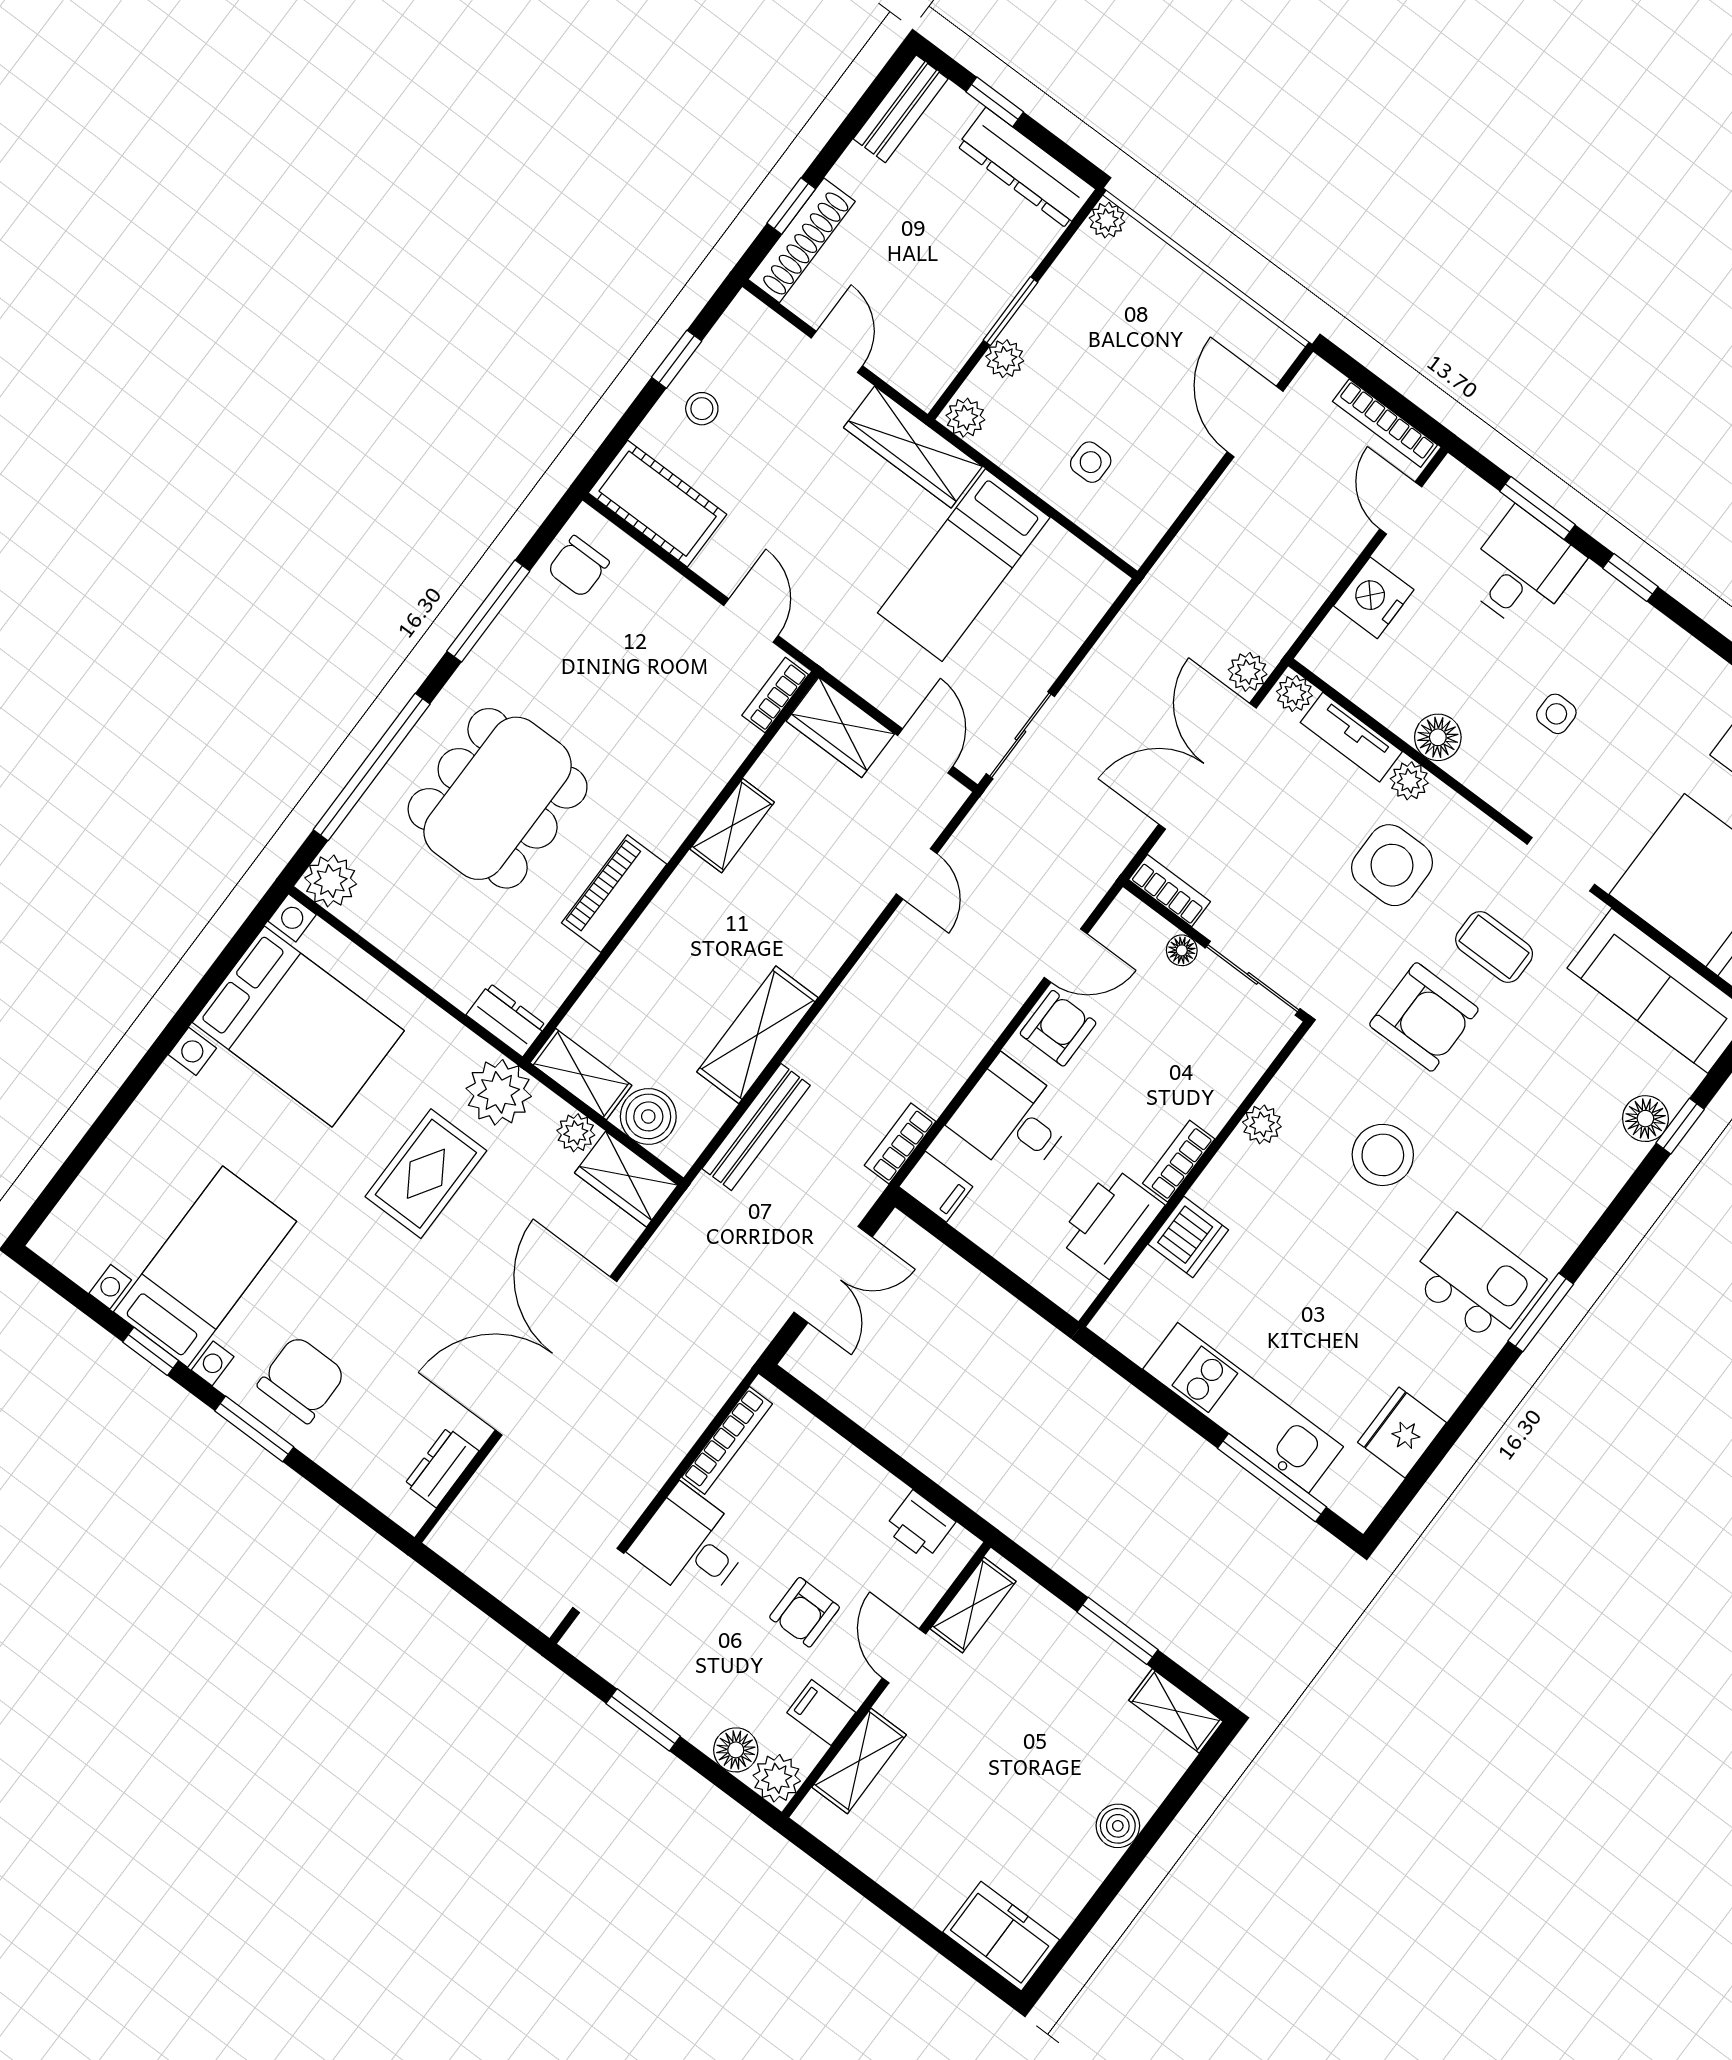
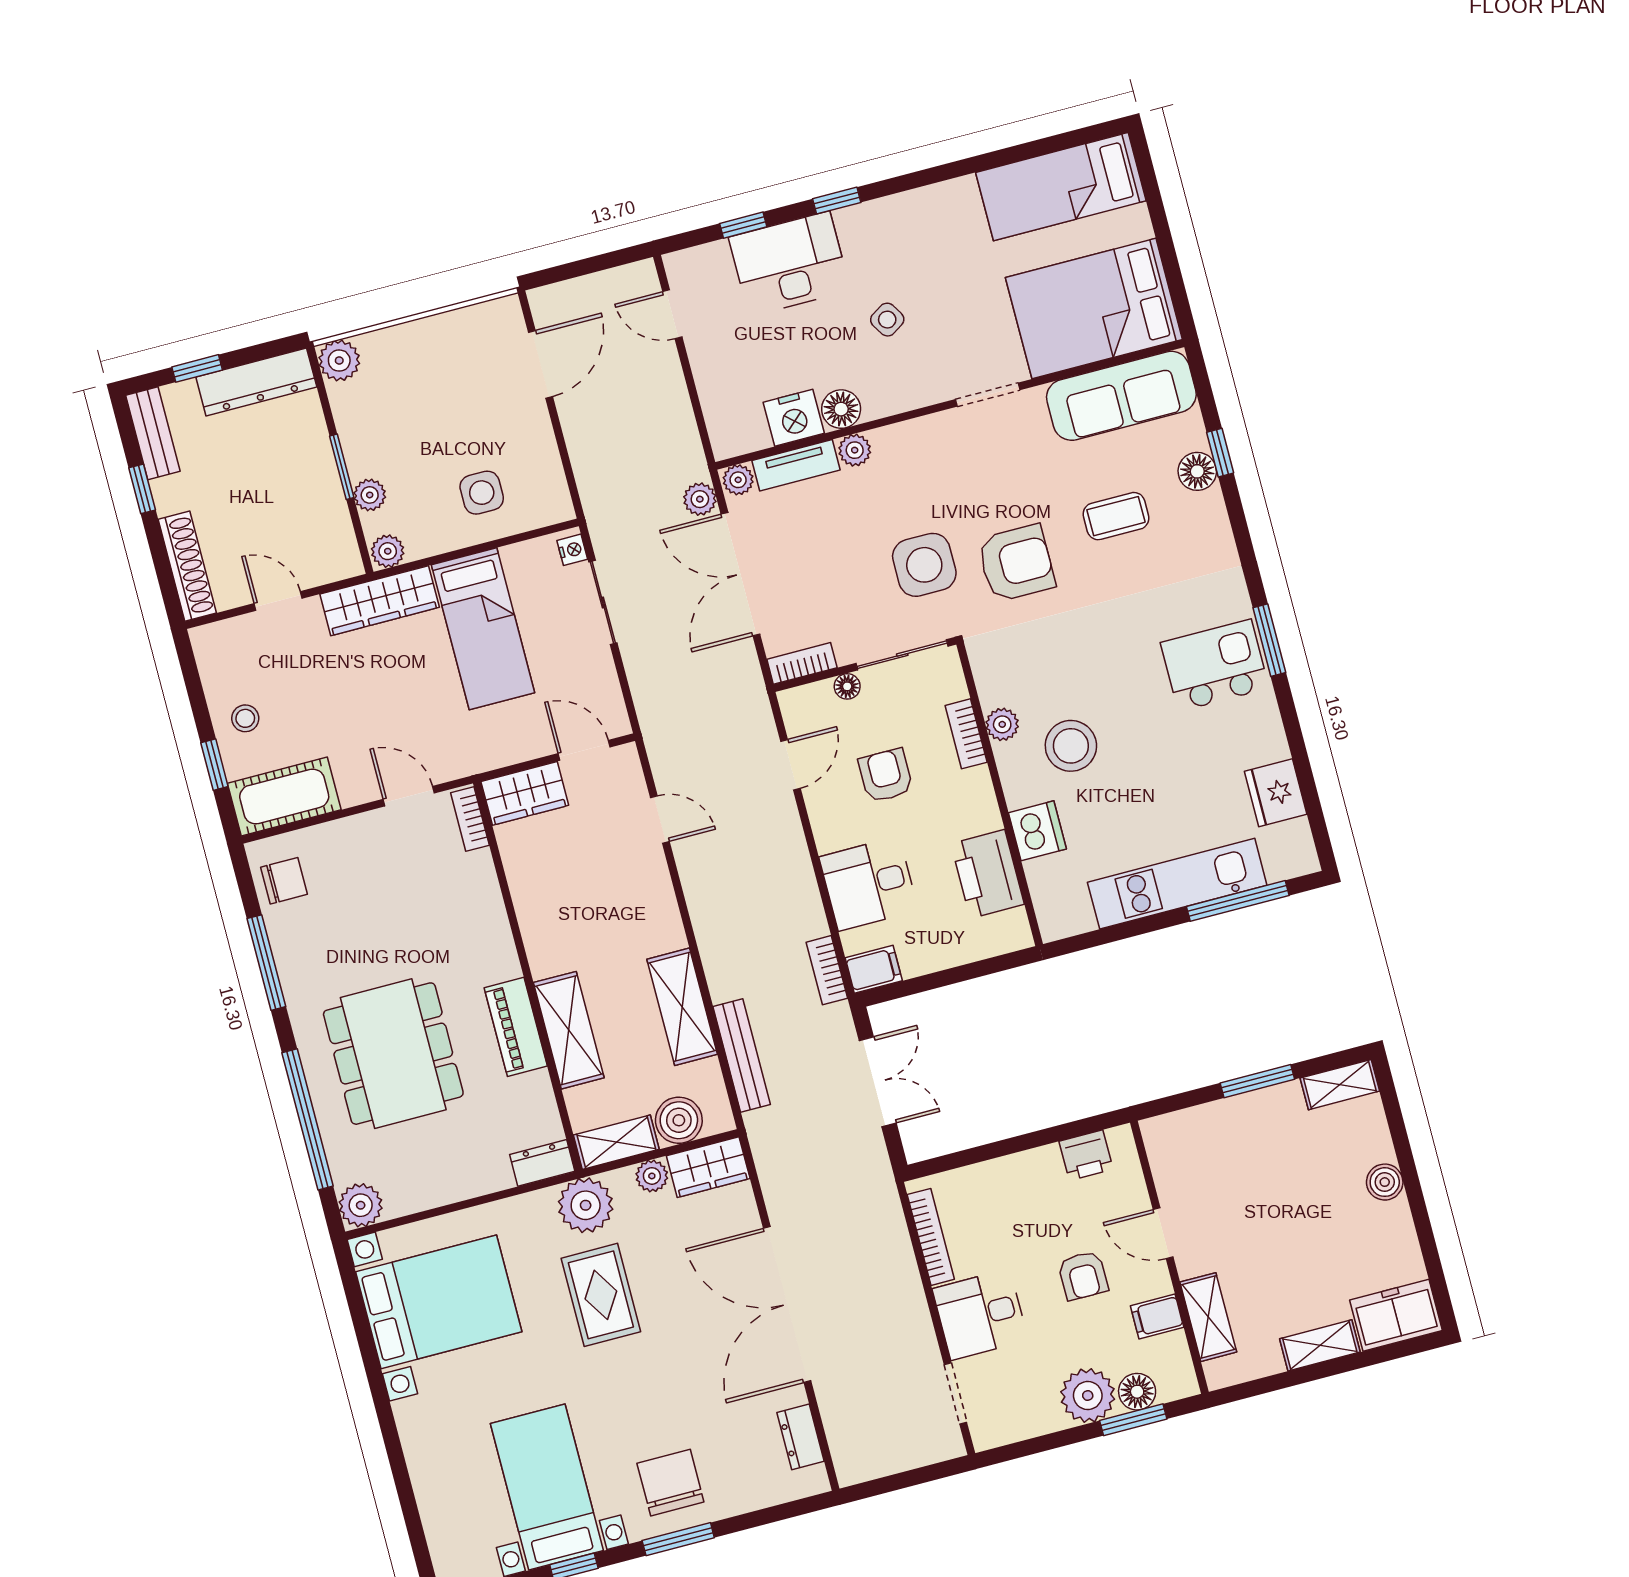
window: (791, 206) -> (142, 489), moved
plant: (1107, 220) -> (339, 361), width x1.38, depth x1.38
window: (677, 359) -> (214, 765), moved
door: (1255, 421) -> (540, 364), swing flipped
bookcase: (1385, 423) -> (609, 281), removed
side table: (1091, 462) -> (482, 493), width x1.37, depth x1.37
window: (1537, 508) -> (743, 225), width x0.67
chair: (578, 566) -> (284, 881), turned -90
desk: (1522, 570) -> (789, 264), width x1.37
nightstand: (1105, 590) -> (572, 550), added
nightstand: (1374, 598) -> (794, 418), moved, turned -90
side table: (1556, 714) -> (887, 320), turned -32
sliding door: (1020, 735) -> (603, 602), moved
shelving: (732, 826) -> (569, 1030), moved, width x1.50, depth x1.33
side table: (1392, 865) -> (924, 565), moved
coffee table: (1494, 947) -> (1116, 516), moved
armchair: (1058, 1028) -> (886, 775), moved
stool: (1383, 1155) -> (1071, 746), moved
bookcase: (1179, 1161) -> (966, 734), moved
shelving: (973, 1605) -> (1320, 1345), moved, turned 90
window: (643, 1720) -> (1133, 1420), moved
plant: (777, 1778) -> (1088, 1395), moved, width x1.36, depth x1.36

